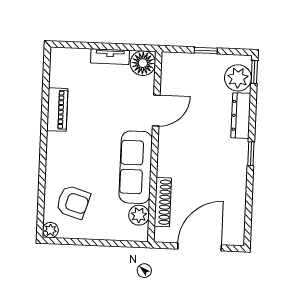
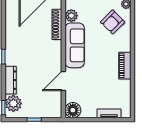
tv unit: (110, 57) -> (109, 113), moved
piano: (57, 110) -> (125, 66), moved
armchair: (73, 202) -> (113, 22), turned -62

